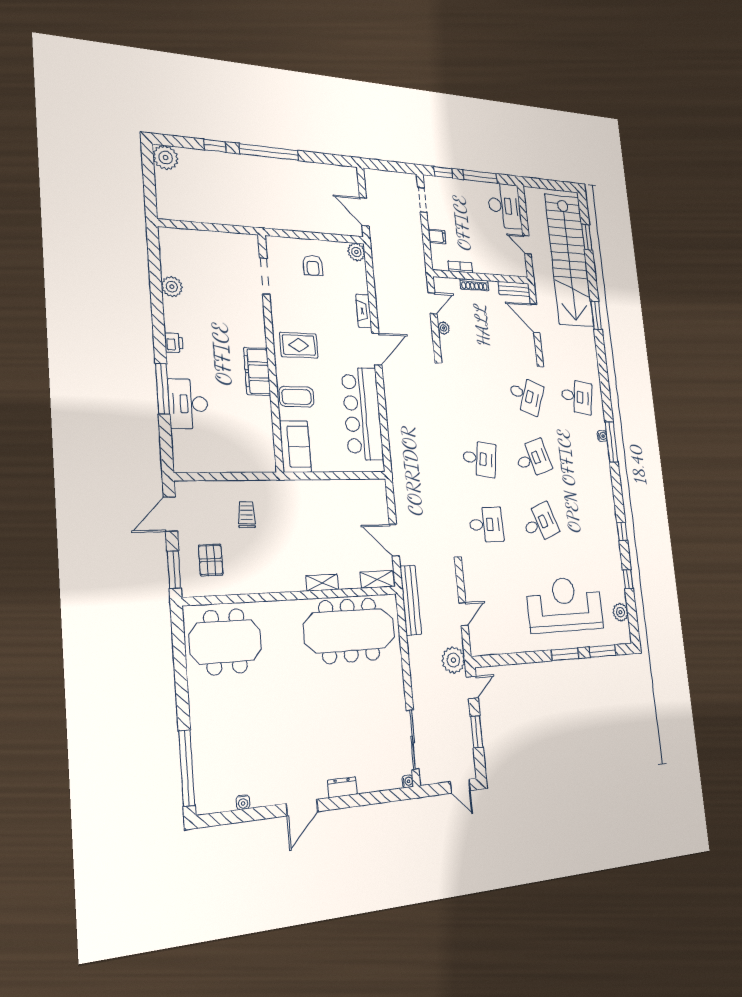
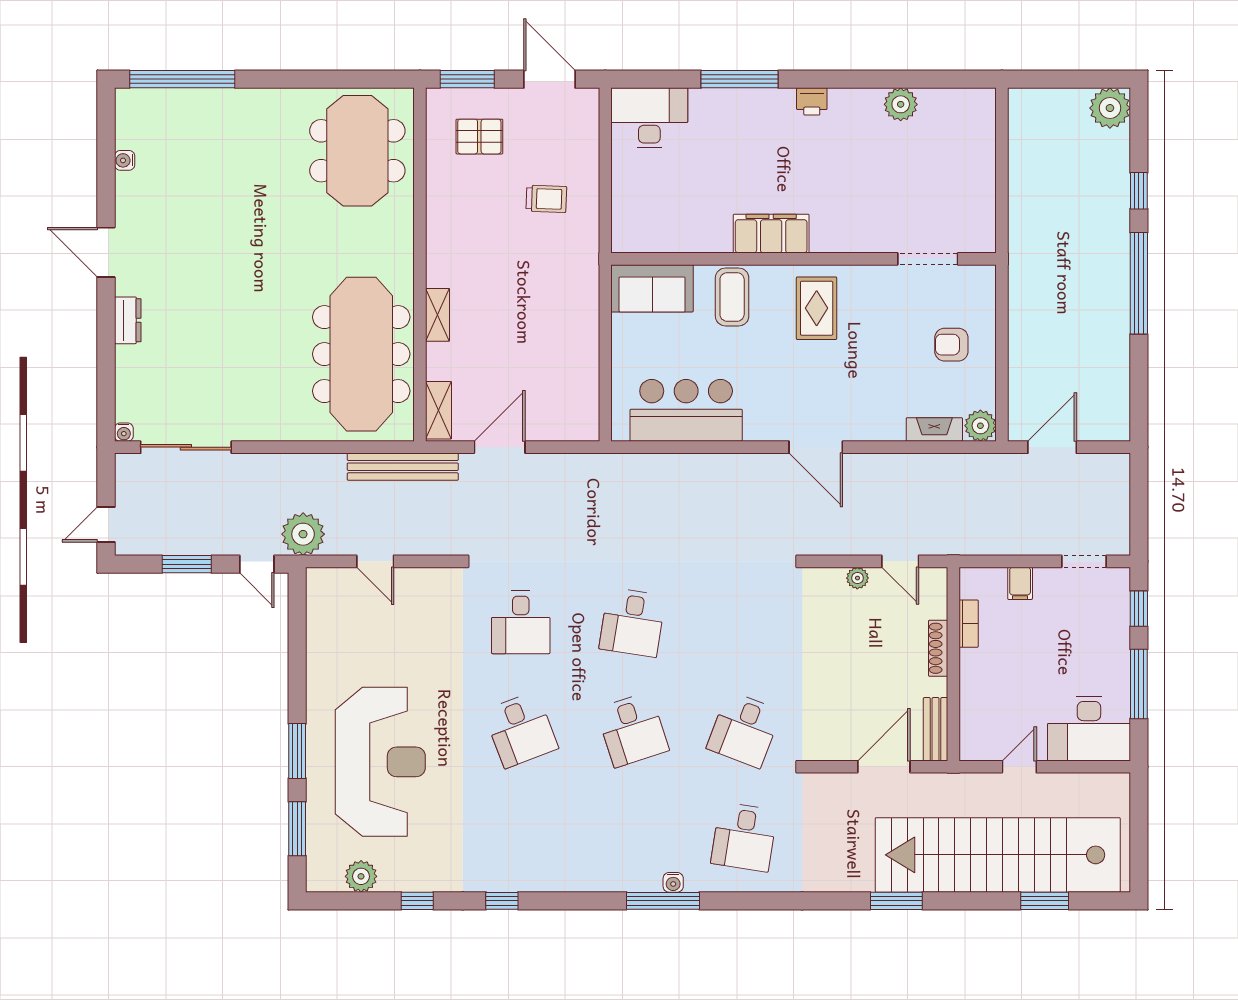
fireplace: (364, 311) -> (934, 430), moved
desk: (188, 404) -> (649, 118), moved
bar counter: (362, 414) -> (686, 410), width x0.73

